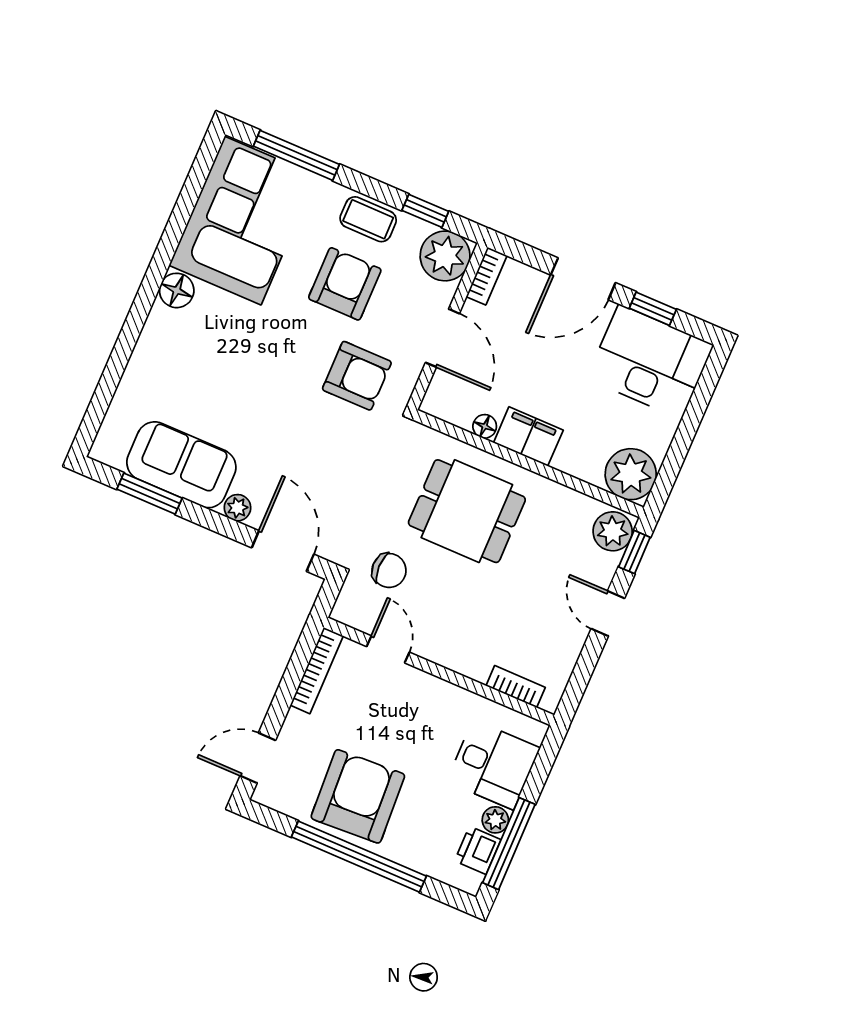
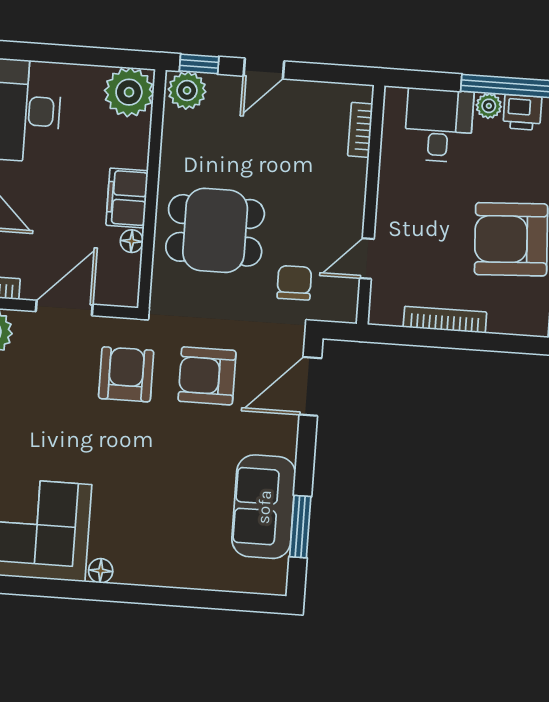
armchair: (345, 284) -> (207, 376), moved
floor lamp: (177, 290) -> (101, 571), width x0.73, depth x0.73
plant: (238, 508) -> (285, 442), removed
dining table: (467, 511) -> (215, 230), turned 90
bookcase: (317, 671) -> (445, 320), moved
door: (258, 758) -> (508, 343), removed

